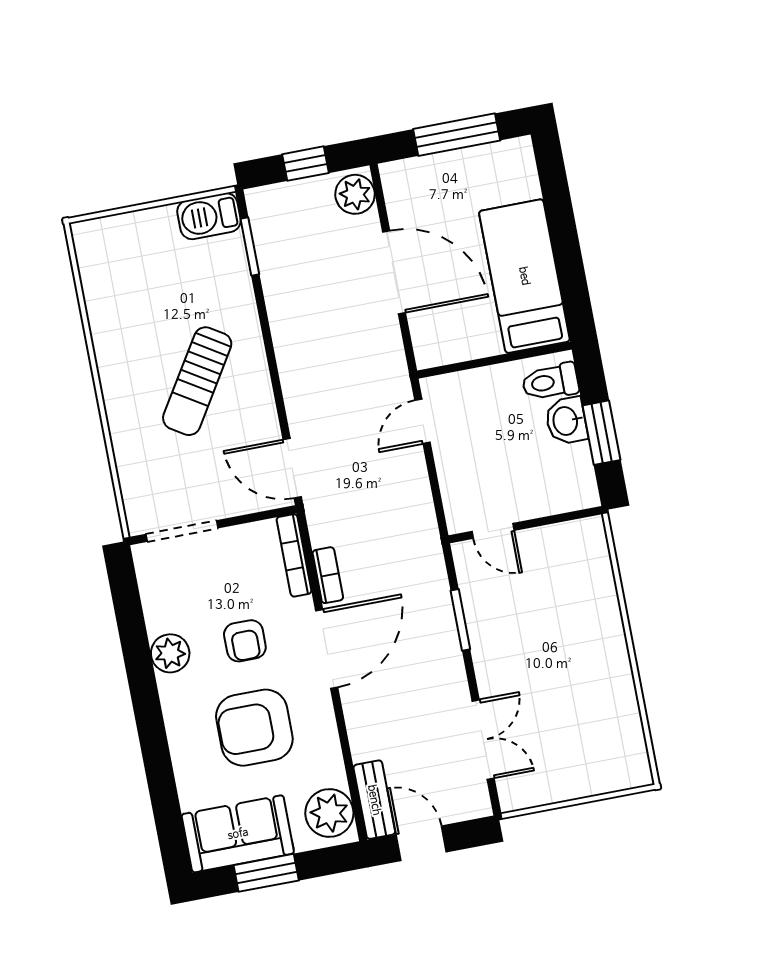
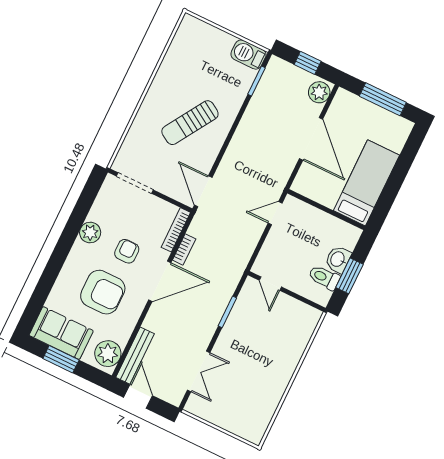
toilet: (550, 382) -> (324, 278), moved
armchair: (245, 641) -> (127, 251), turned 180
armchair: (254, 728) -> (103, 292), turned 180
bench: (374, 800) -> (135, 356), width x1.36

